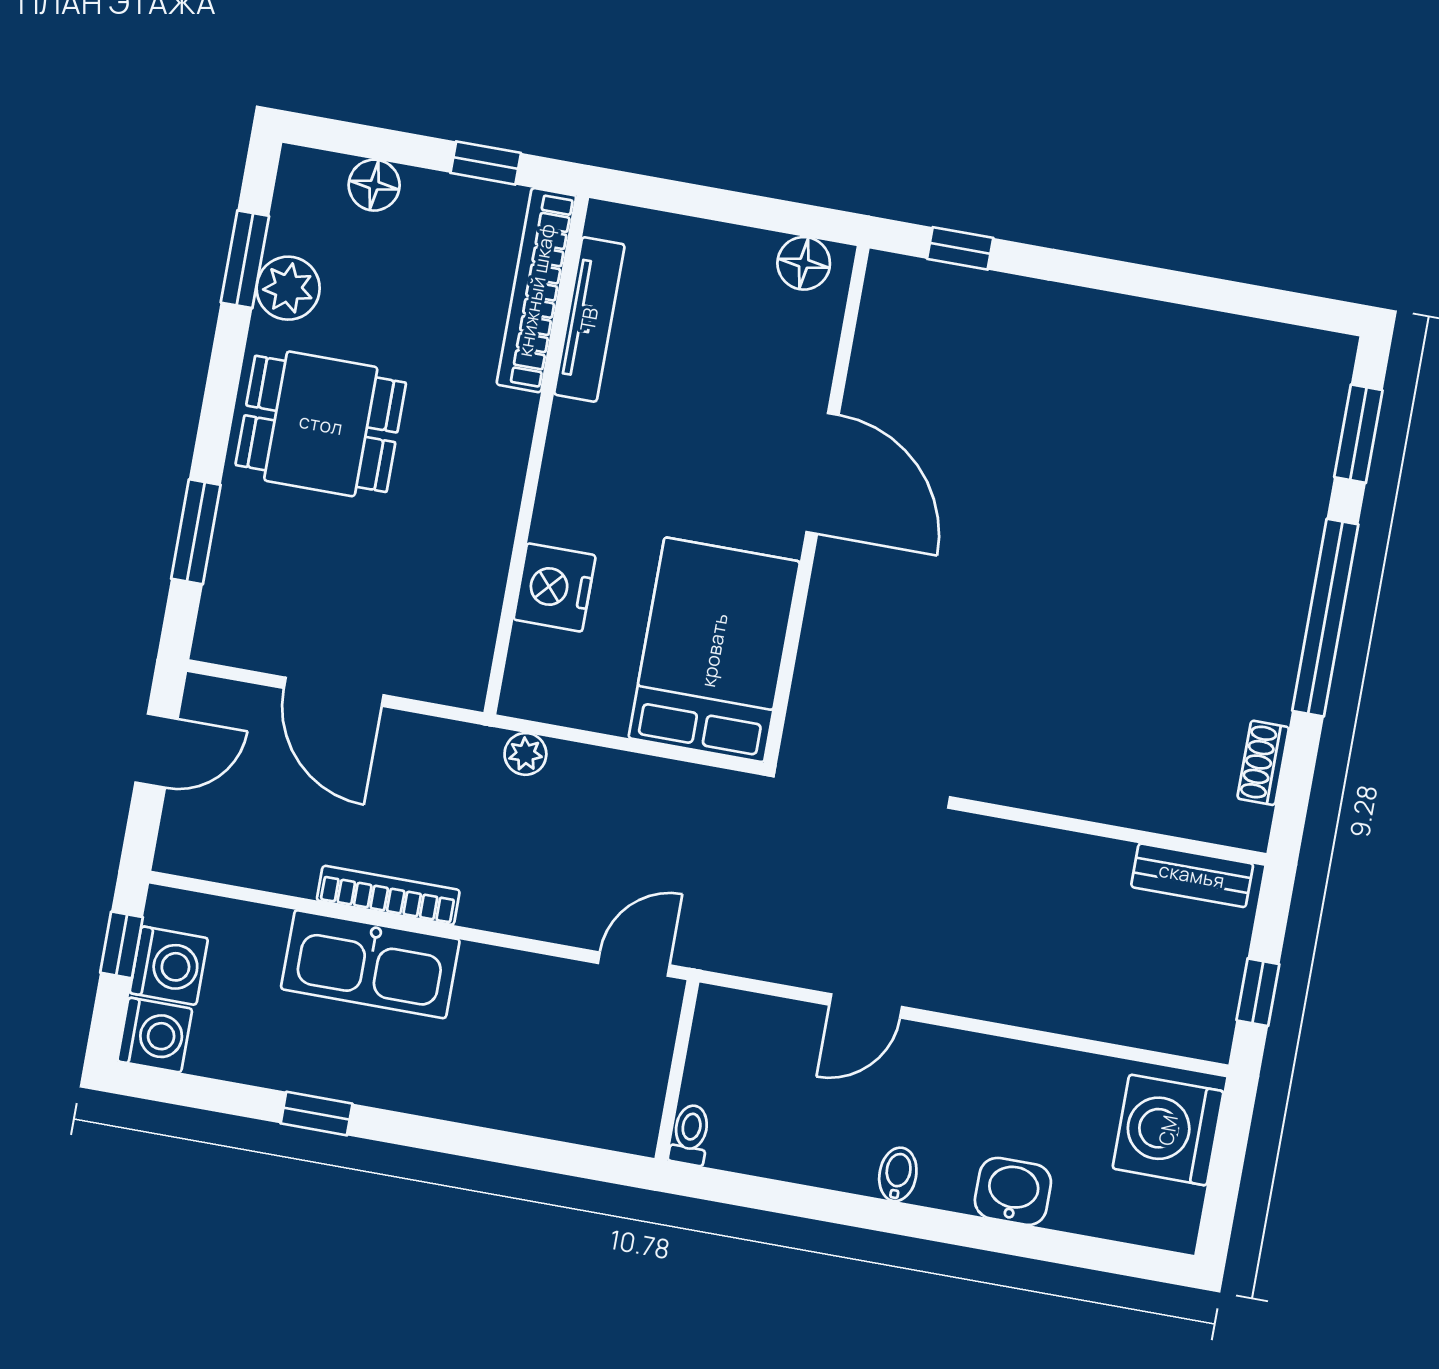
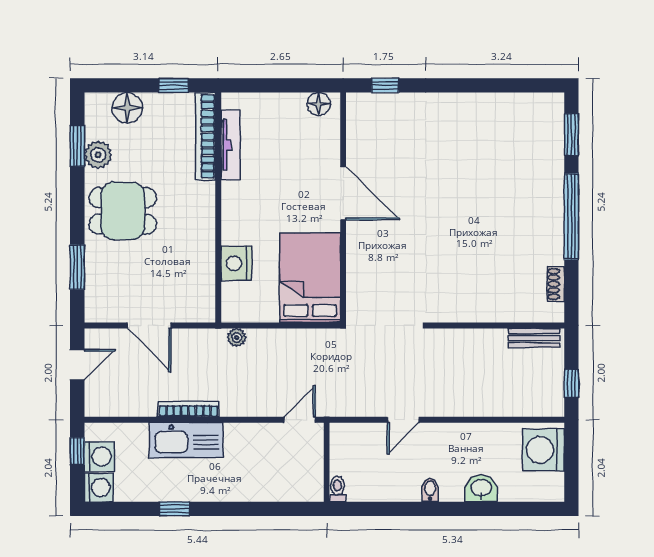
floor lamp: (374, 185) -> (127, 108), width x1.38, depth x1.38

